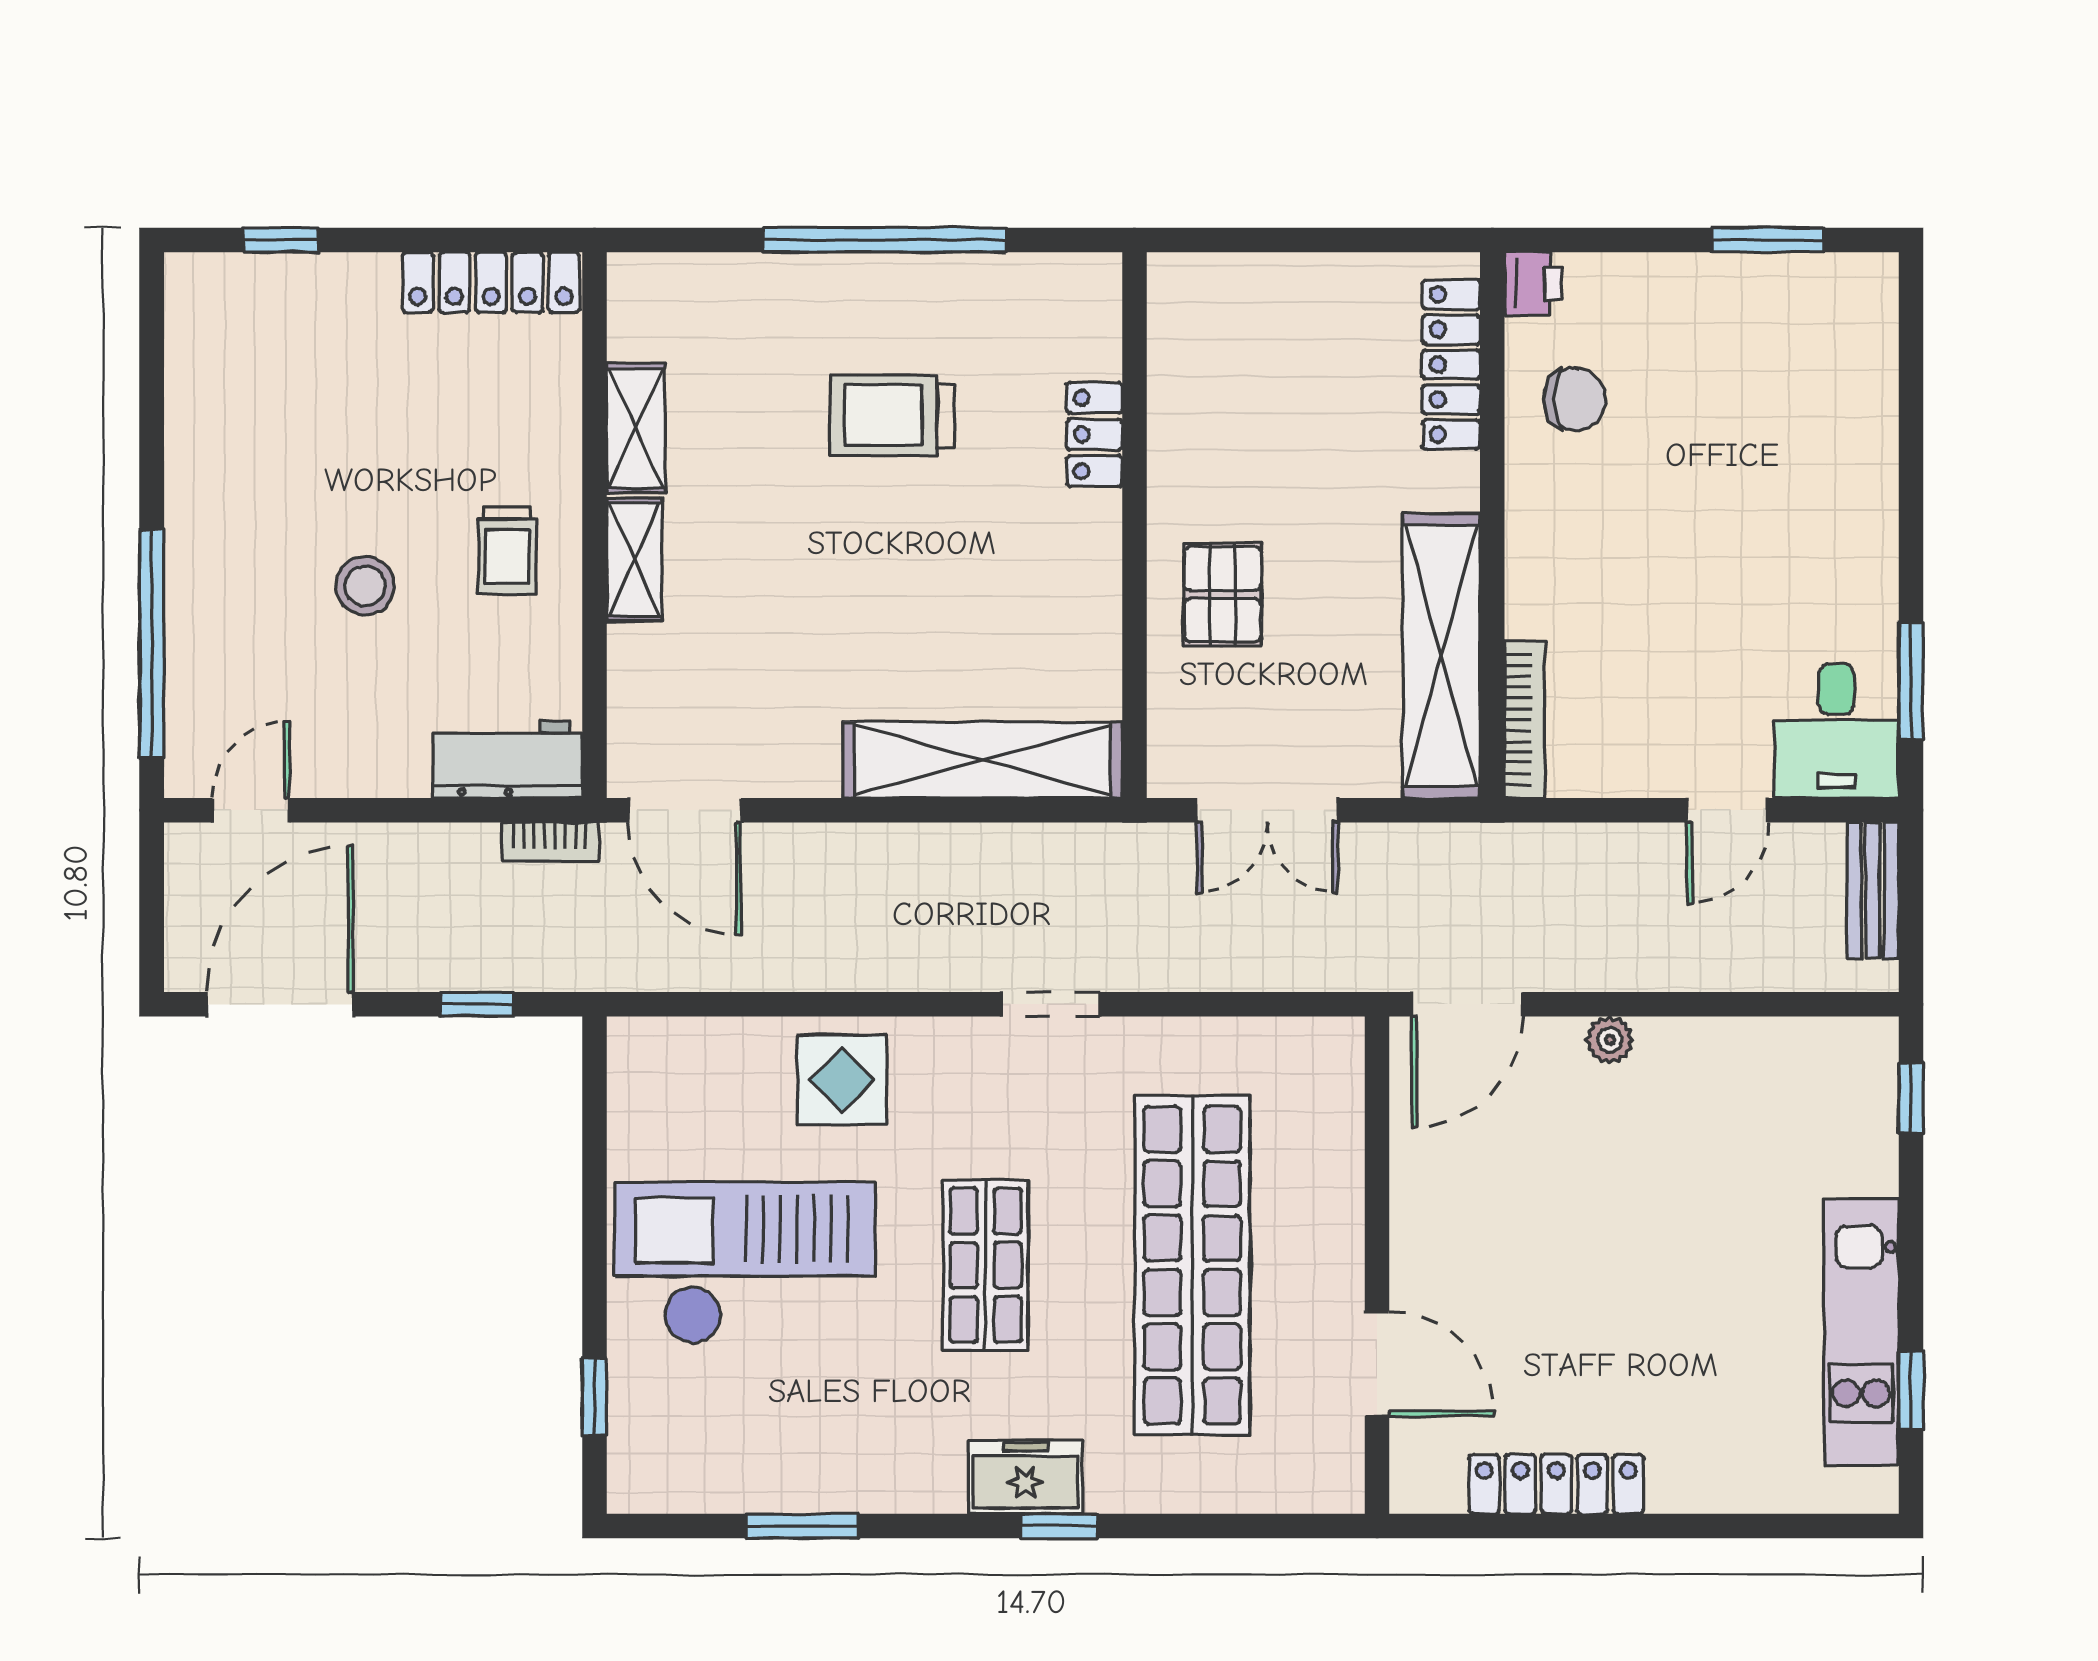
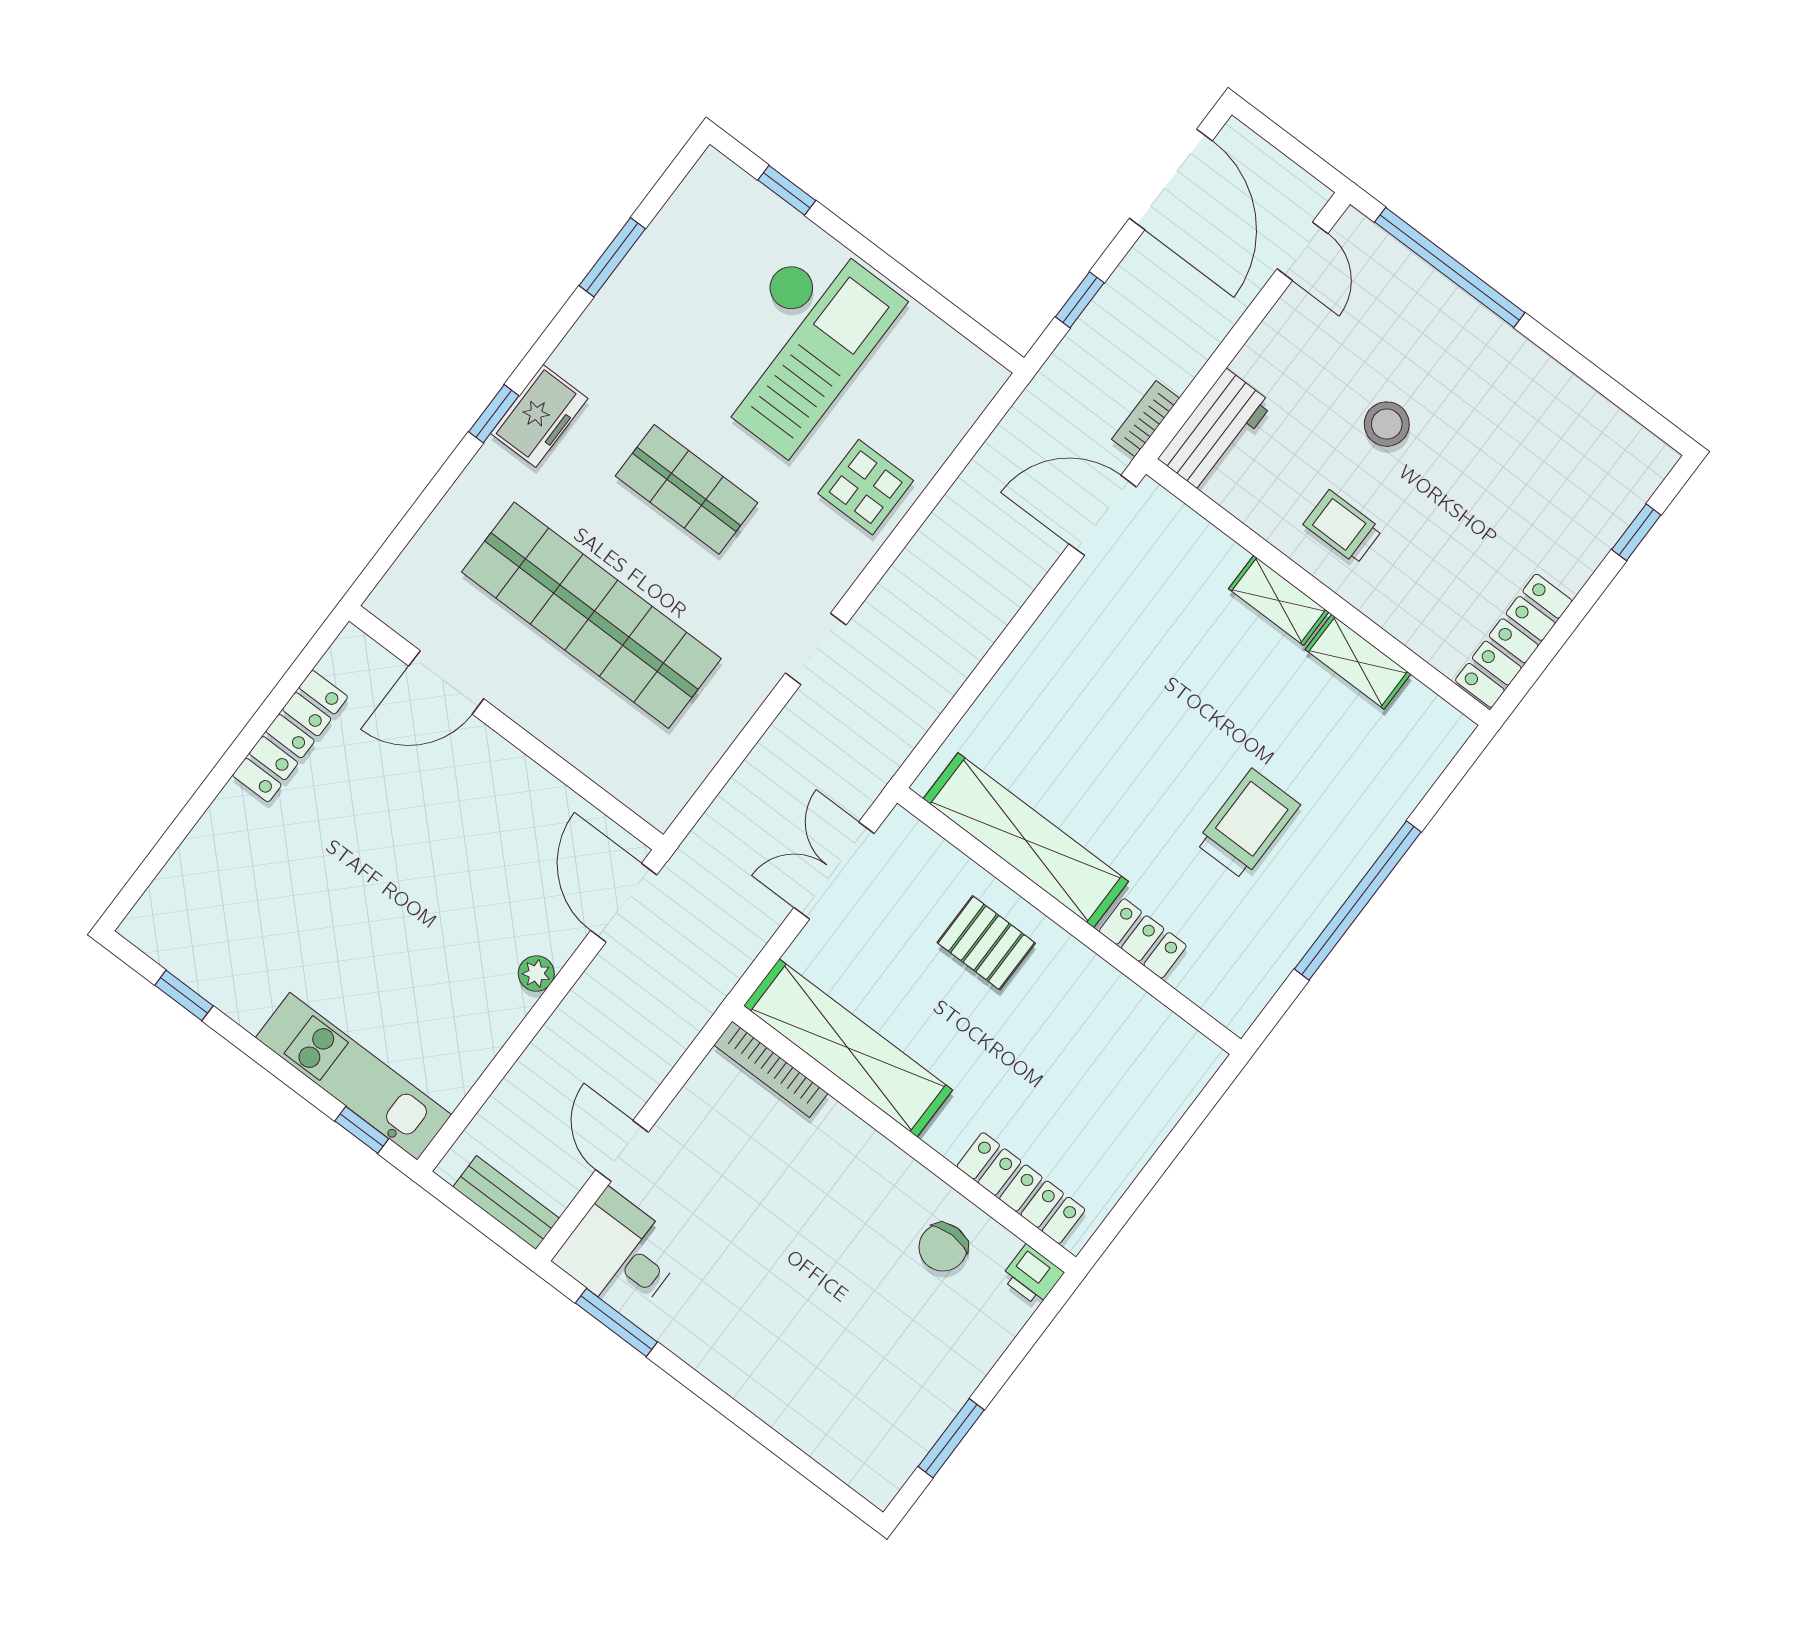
shelving: (983, 760) -> (1026, 840), moved, turned 90
kitchen unit: (1861, 1332) -> (354, 1076), moved

